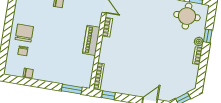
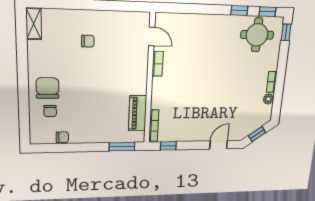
window: (208, 36) -> (286, 32), moved
piano: (91, 40) -> (138, 113), moved
plant: (199, 42) -> (268, 99), moved

